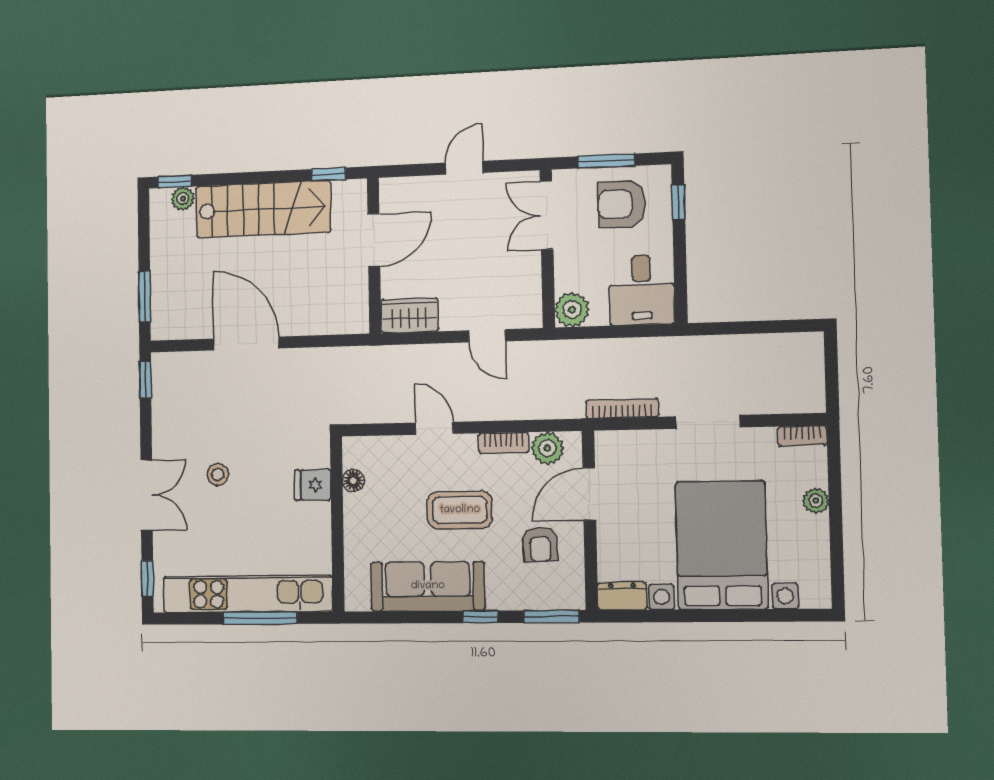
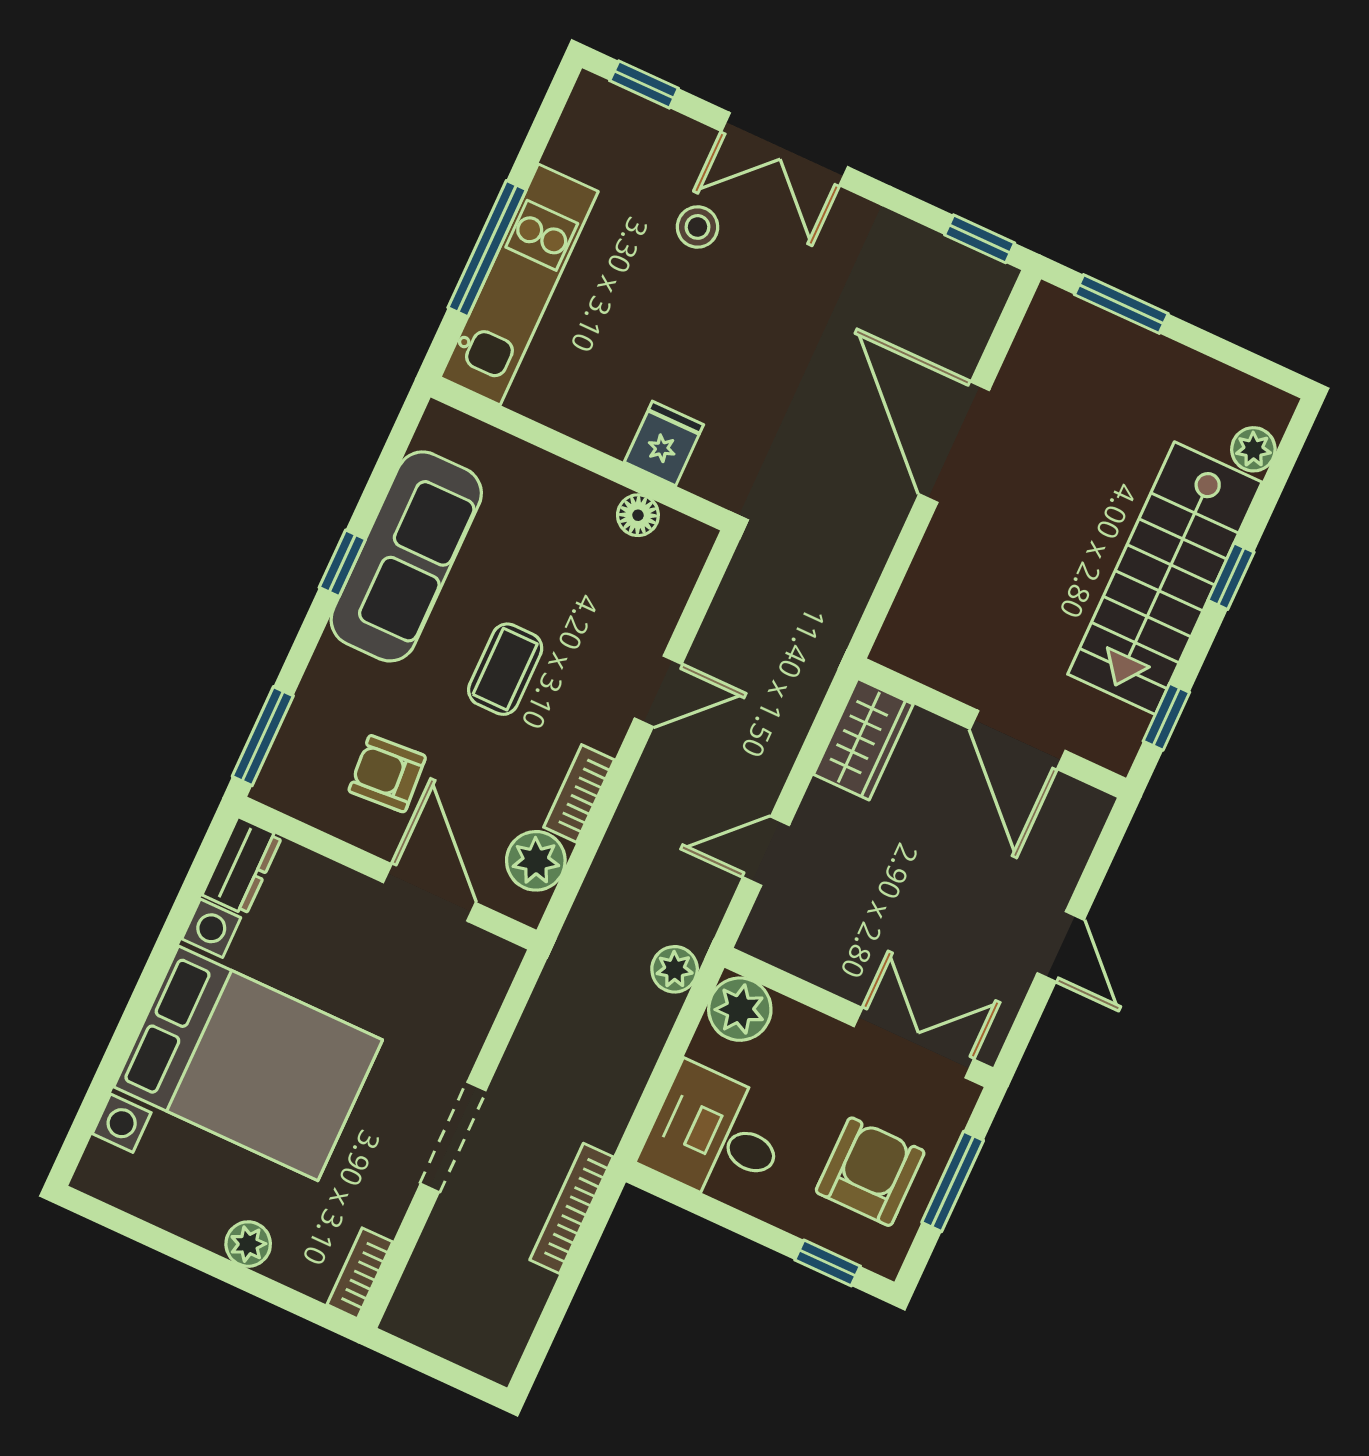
window: (174, 182) -> (1231, 576), moved
door: (246, 344) -> (954, 442), swing flipped
plant: (568, 352) -> (675, 969), added
bookcase: (622, 408) -> (572, 1208), moved, turned 180
stool: (218, 474) -> (698, 227), moved
coffee table: (460, 510) -> (505, 669), width x0.73, depth x0.77
kitchen unit: (247, 594) -> (519, 284), width x0.73
window: (481, 617) -> (342, 563), moved

